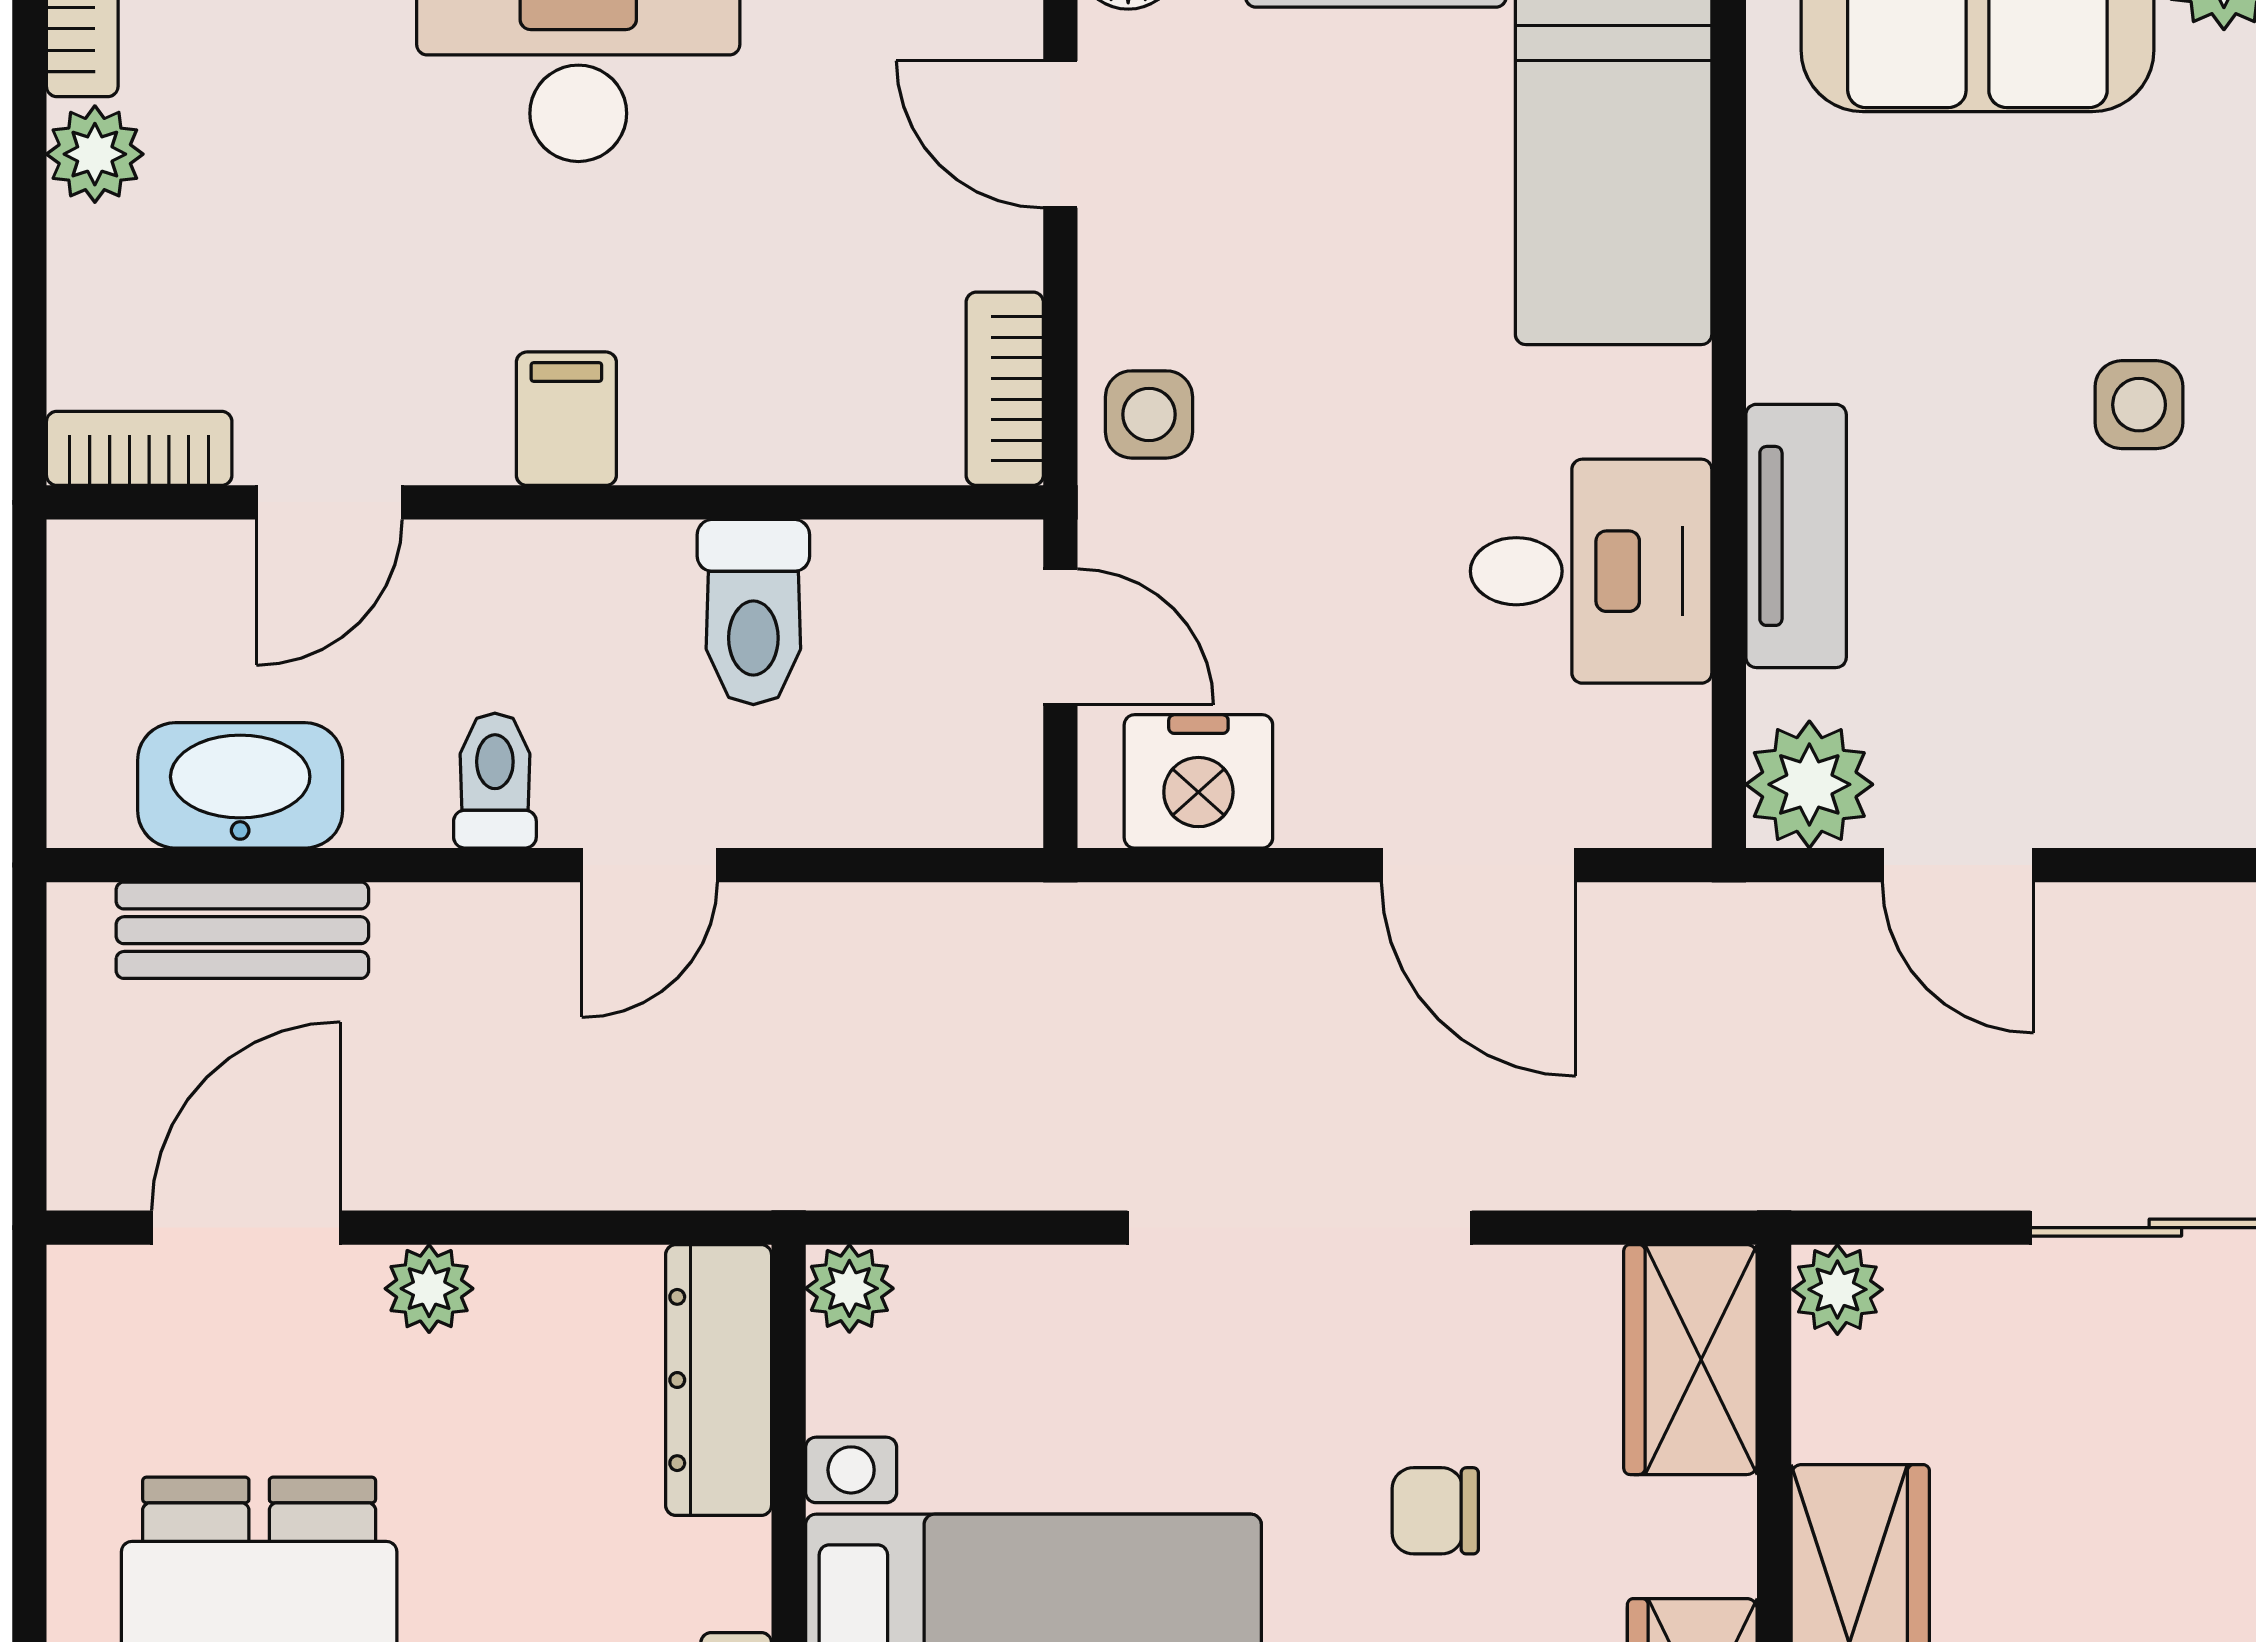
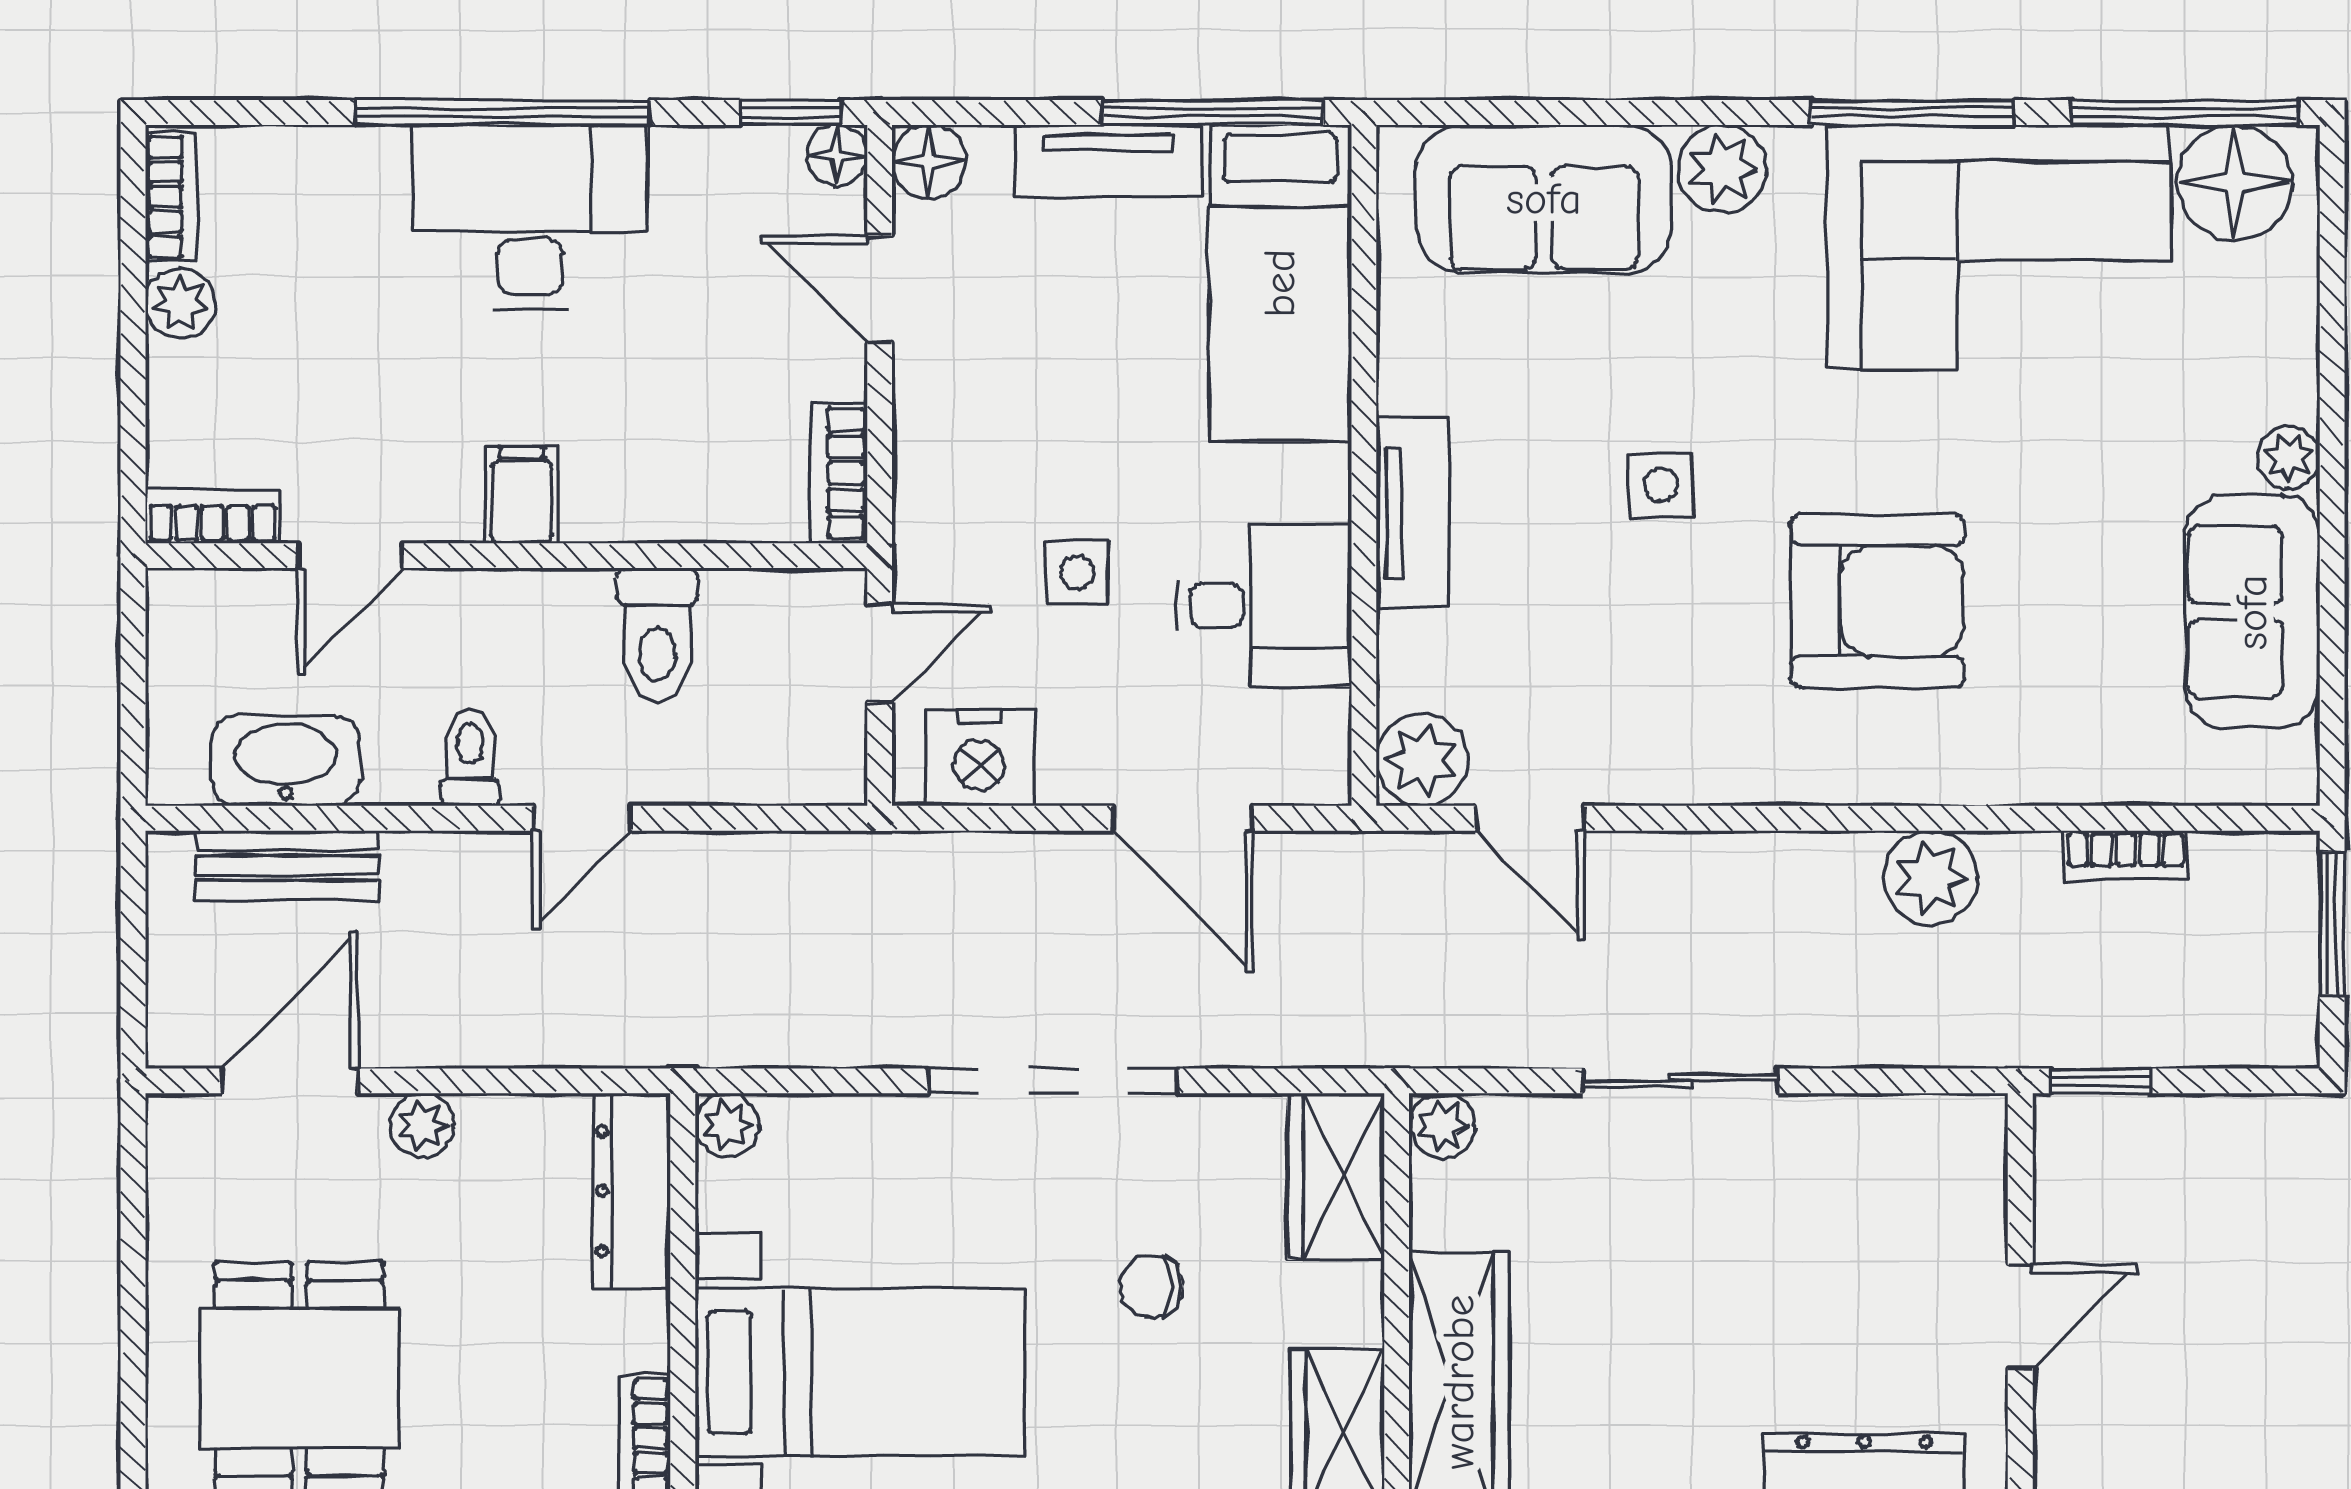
side table: (1149, 414) -> (1077, 572), moved
tv unit: (1796, 536) -> (1413, 513), moved
door: (1060, 637) -> (880, 653), hinge flipped

